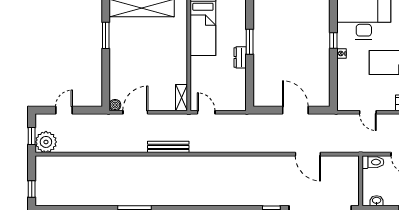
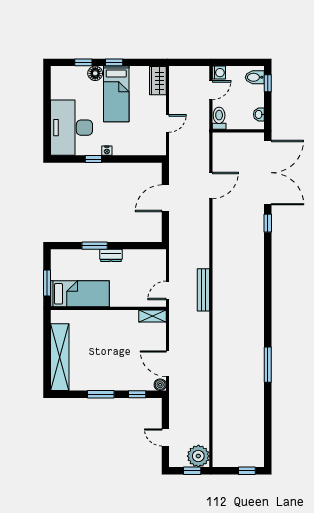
window: (106, 35) -> (101, 394), moved
window: (106, 83) -> (137, 394), added
bench: (168, 147) -> (203, 290), moved

